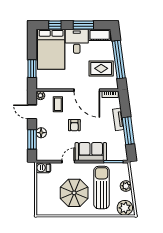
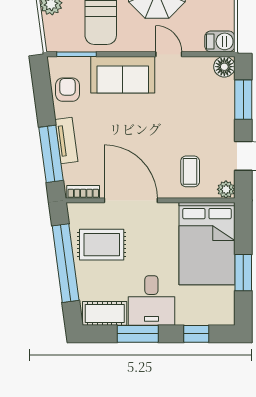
bed: (51, 49) -> (207, 244), moved, turned 180
window: (32, 69) -> (243, 273), moved
armchair: (74, 125) -> (68, 90), moved
window: (128, 131) -> (51, 154), moved
floor lamp: (41, 133) -> (224, 67), moved
door: (68, 162) -> (169, 54), swing flipped

